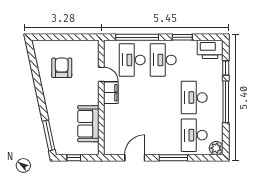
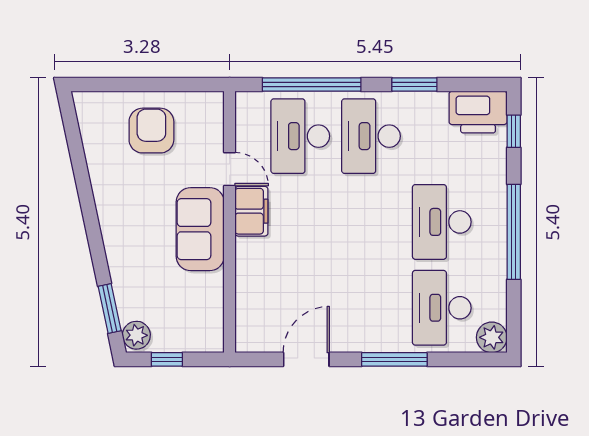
armchair: (62, 68) -> (151, 131), moved
window: (226, 68) -> (514, 131), moved
sofa: (88, 124) -> (200, 229), moved
window: (49, 135) -> (110, 309), width x0.69
plant: (60, 147) -> (136, 335), added

